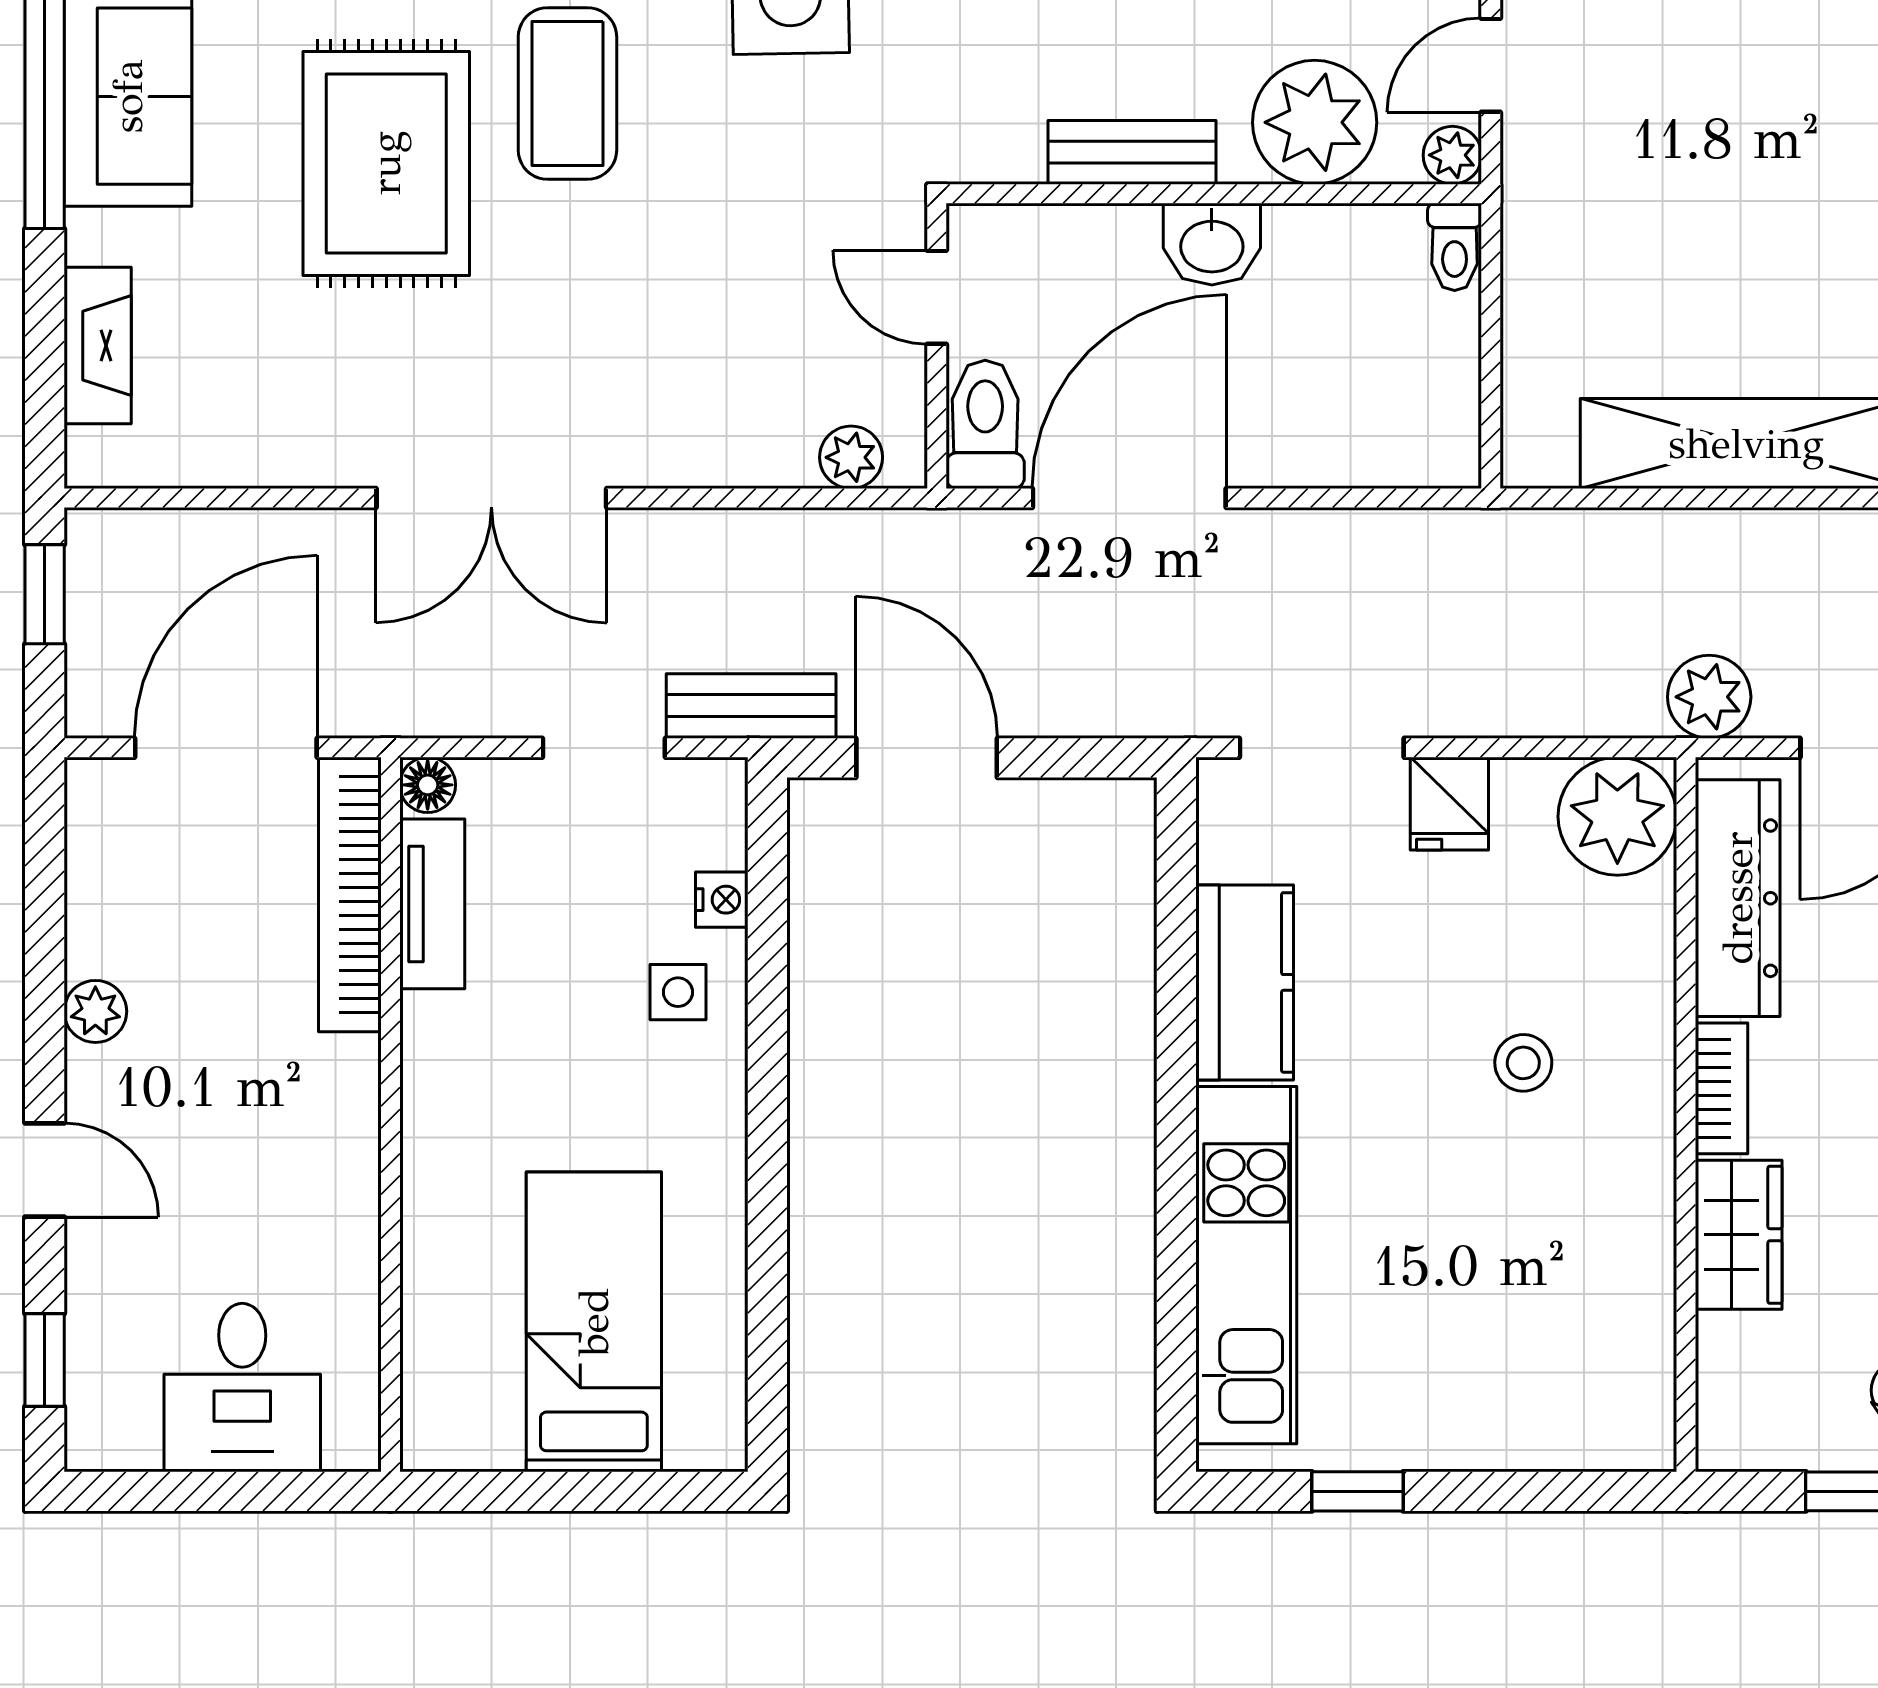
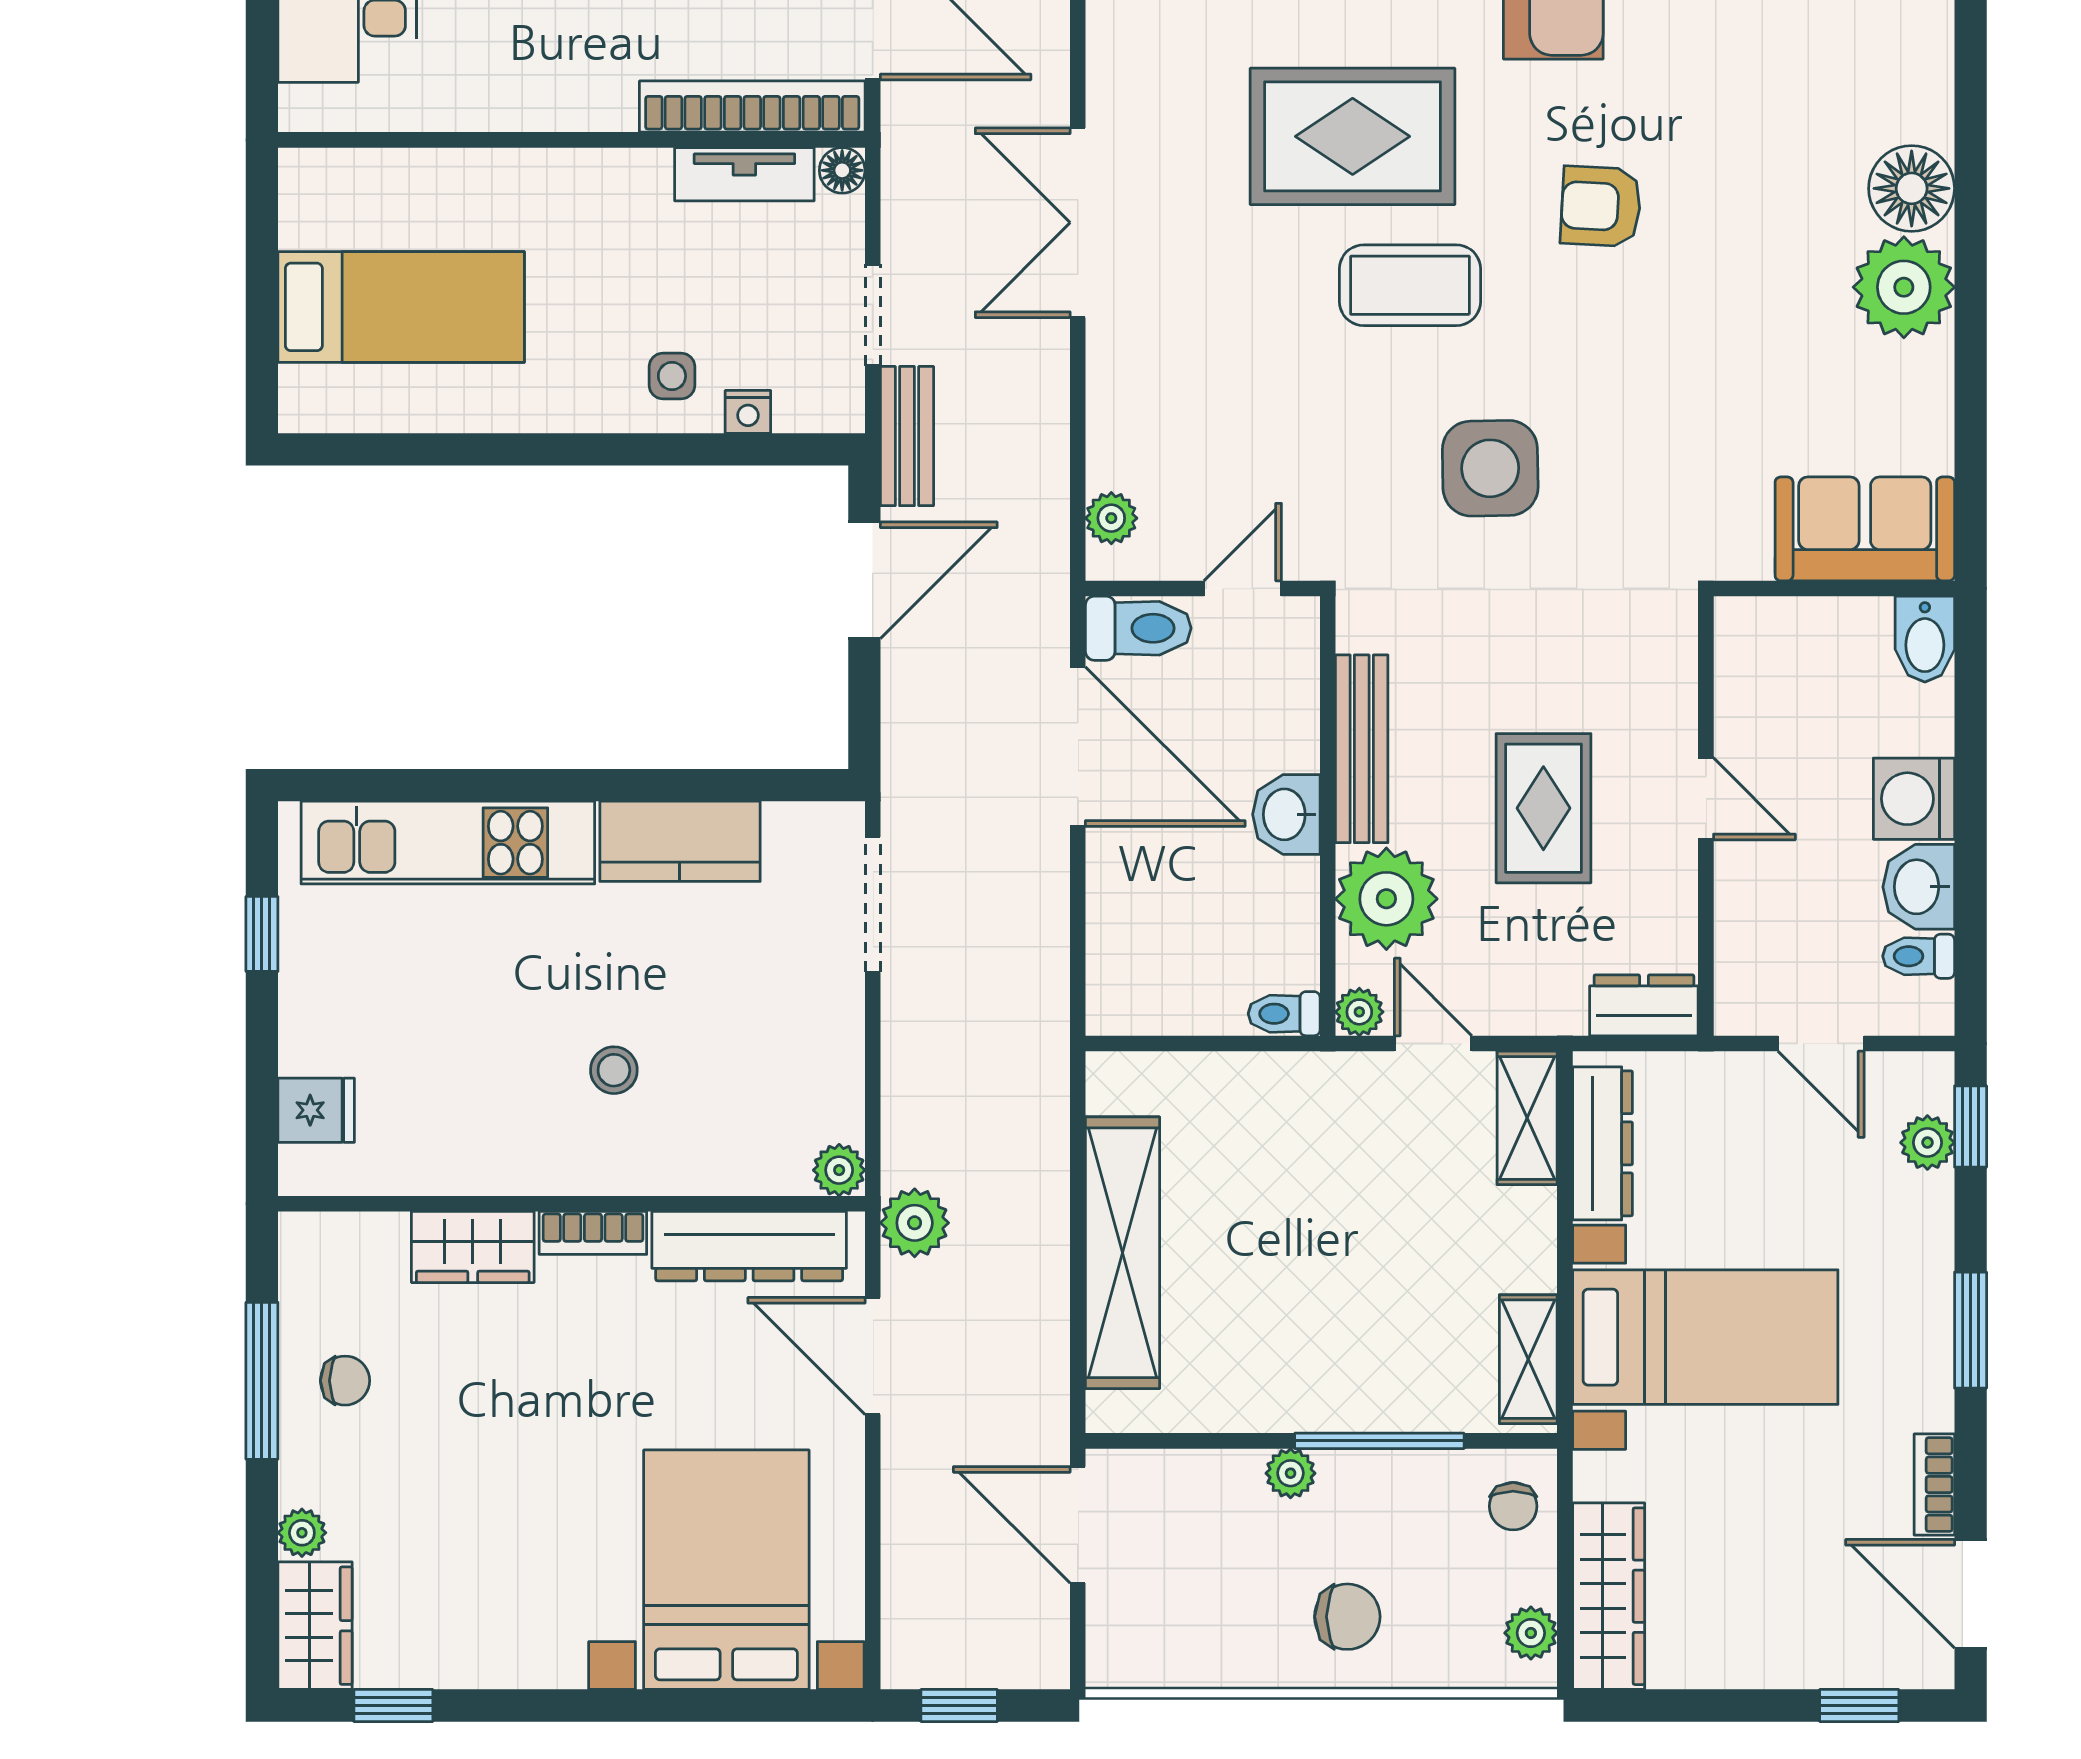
bench: (1132, 152) -> (1362, 749), width x1.36
fridge: (1449, 804) -> (316, 1110), moved, turned 180
plant: (1617, 816) -> (839, 1170), width x0.53, depth x0.53

